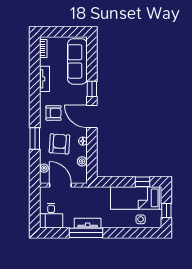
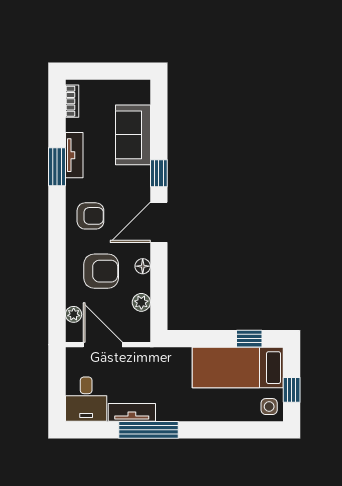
sofa: (77, 61) -> (133, 135), width x0.73
door: (92, 116) -> (159, 222), hinge flipped
window: (35, 139) -> (57, 167), moved
armchair: (59, 144) -> (101, 271), turned 86
side table: (141, 219) -> (269, 407), moved
tv unit: (88, 223) -> (132, 412), moved

